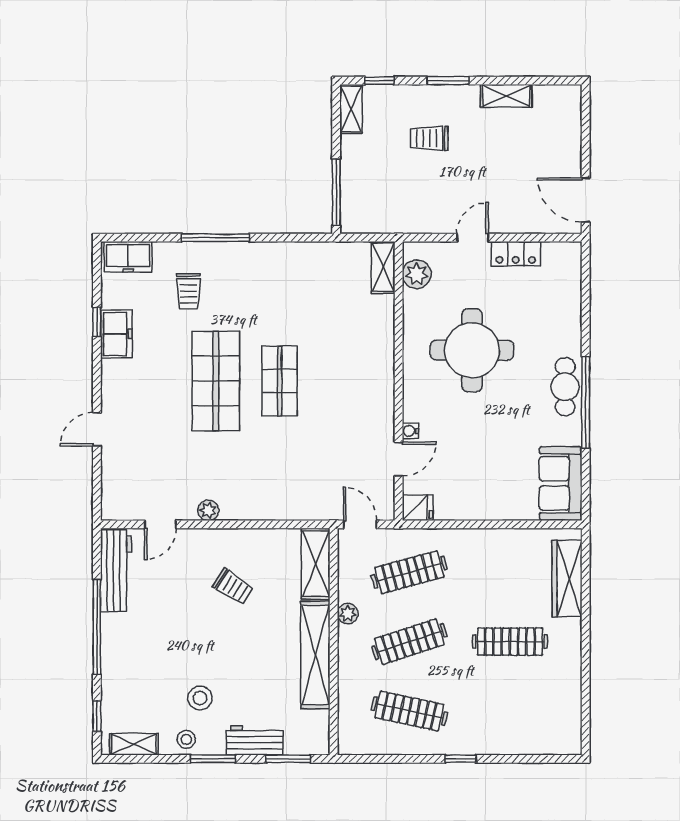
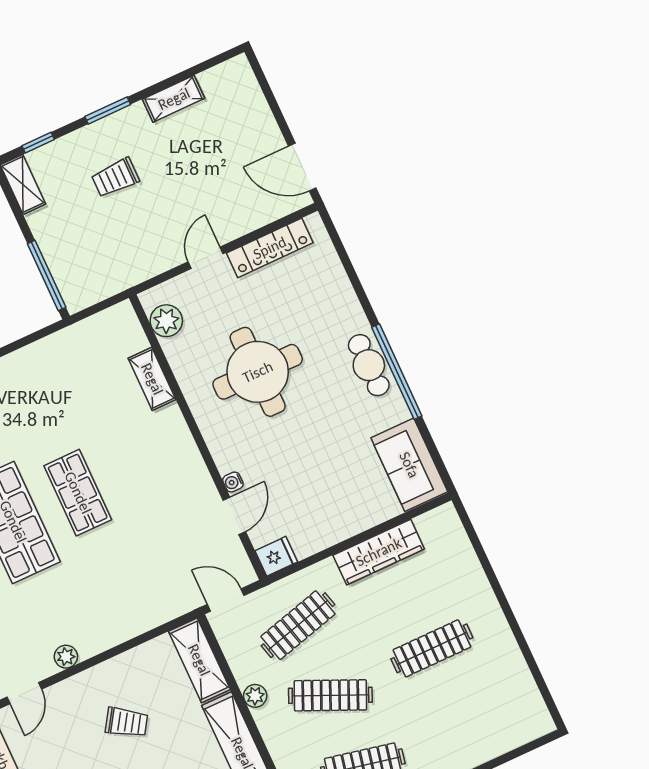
locker: (516, 254) -> (270, 248), width x1.53
shelving: (383, 267) -> (152, 379), moved
wardrobe: (567, 579) -> (379, 552), moved, turned -90
clothes rail: (409, 642) -> (330, 695), turned 42

